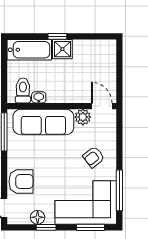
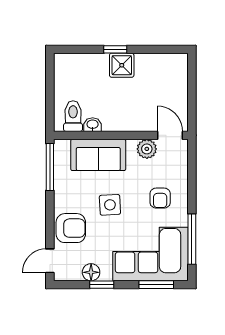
bathtub: (29, 50) -> (81, 66), removed
sofa: (43, 122) -> (98, 155), width x0.73
armchair: (94, 157) -> (160, 198), turned -52
side table: (53, 163) -> (110, 205), added

